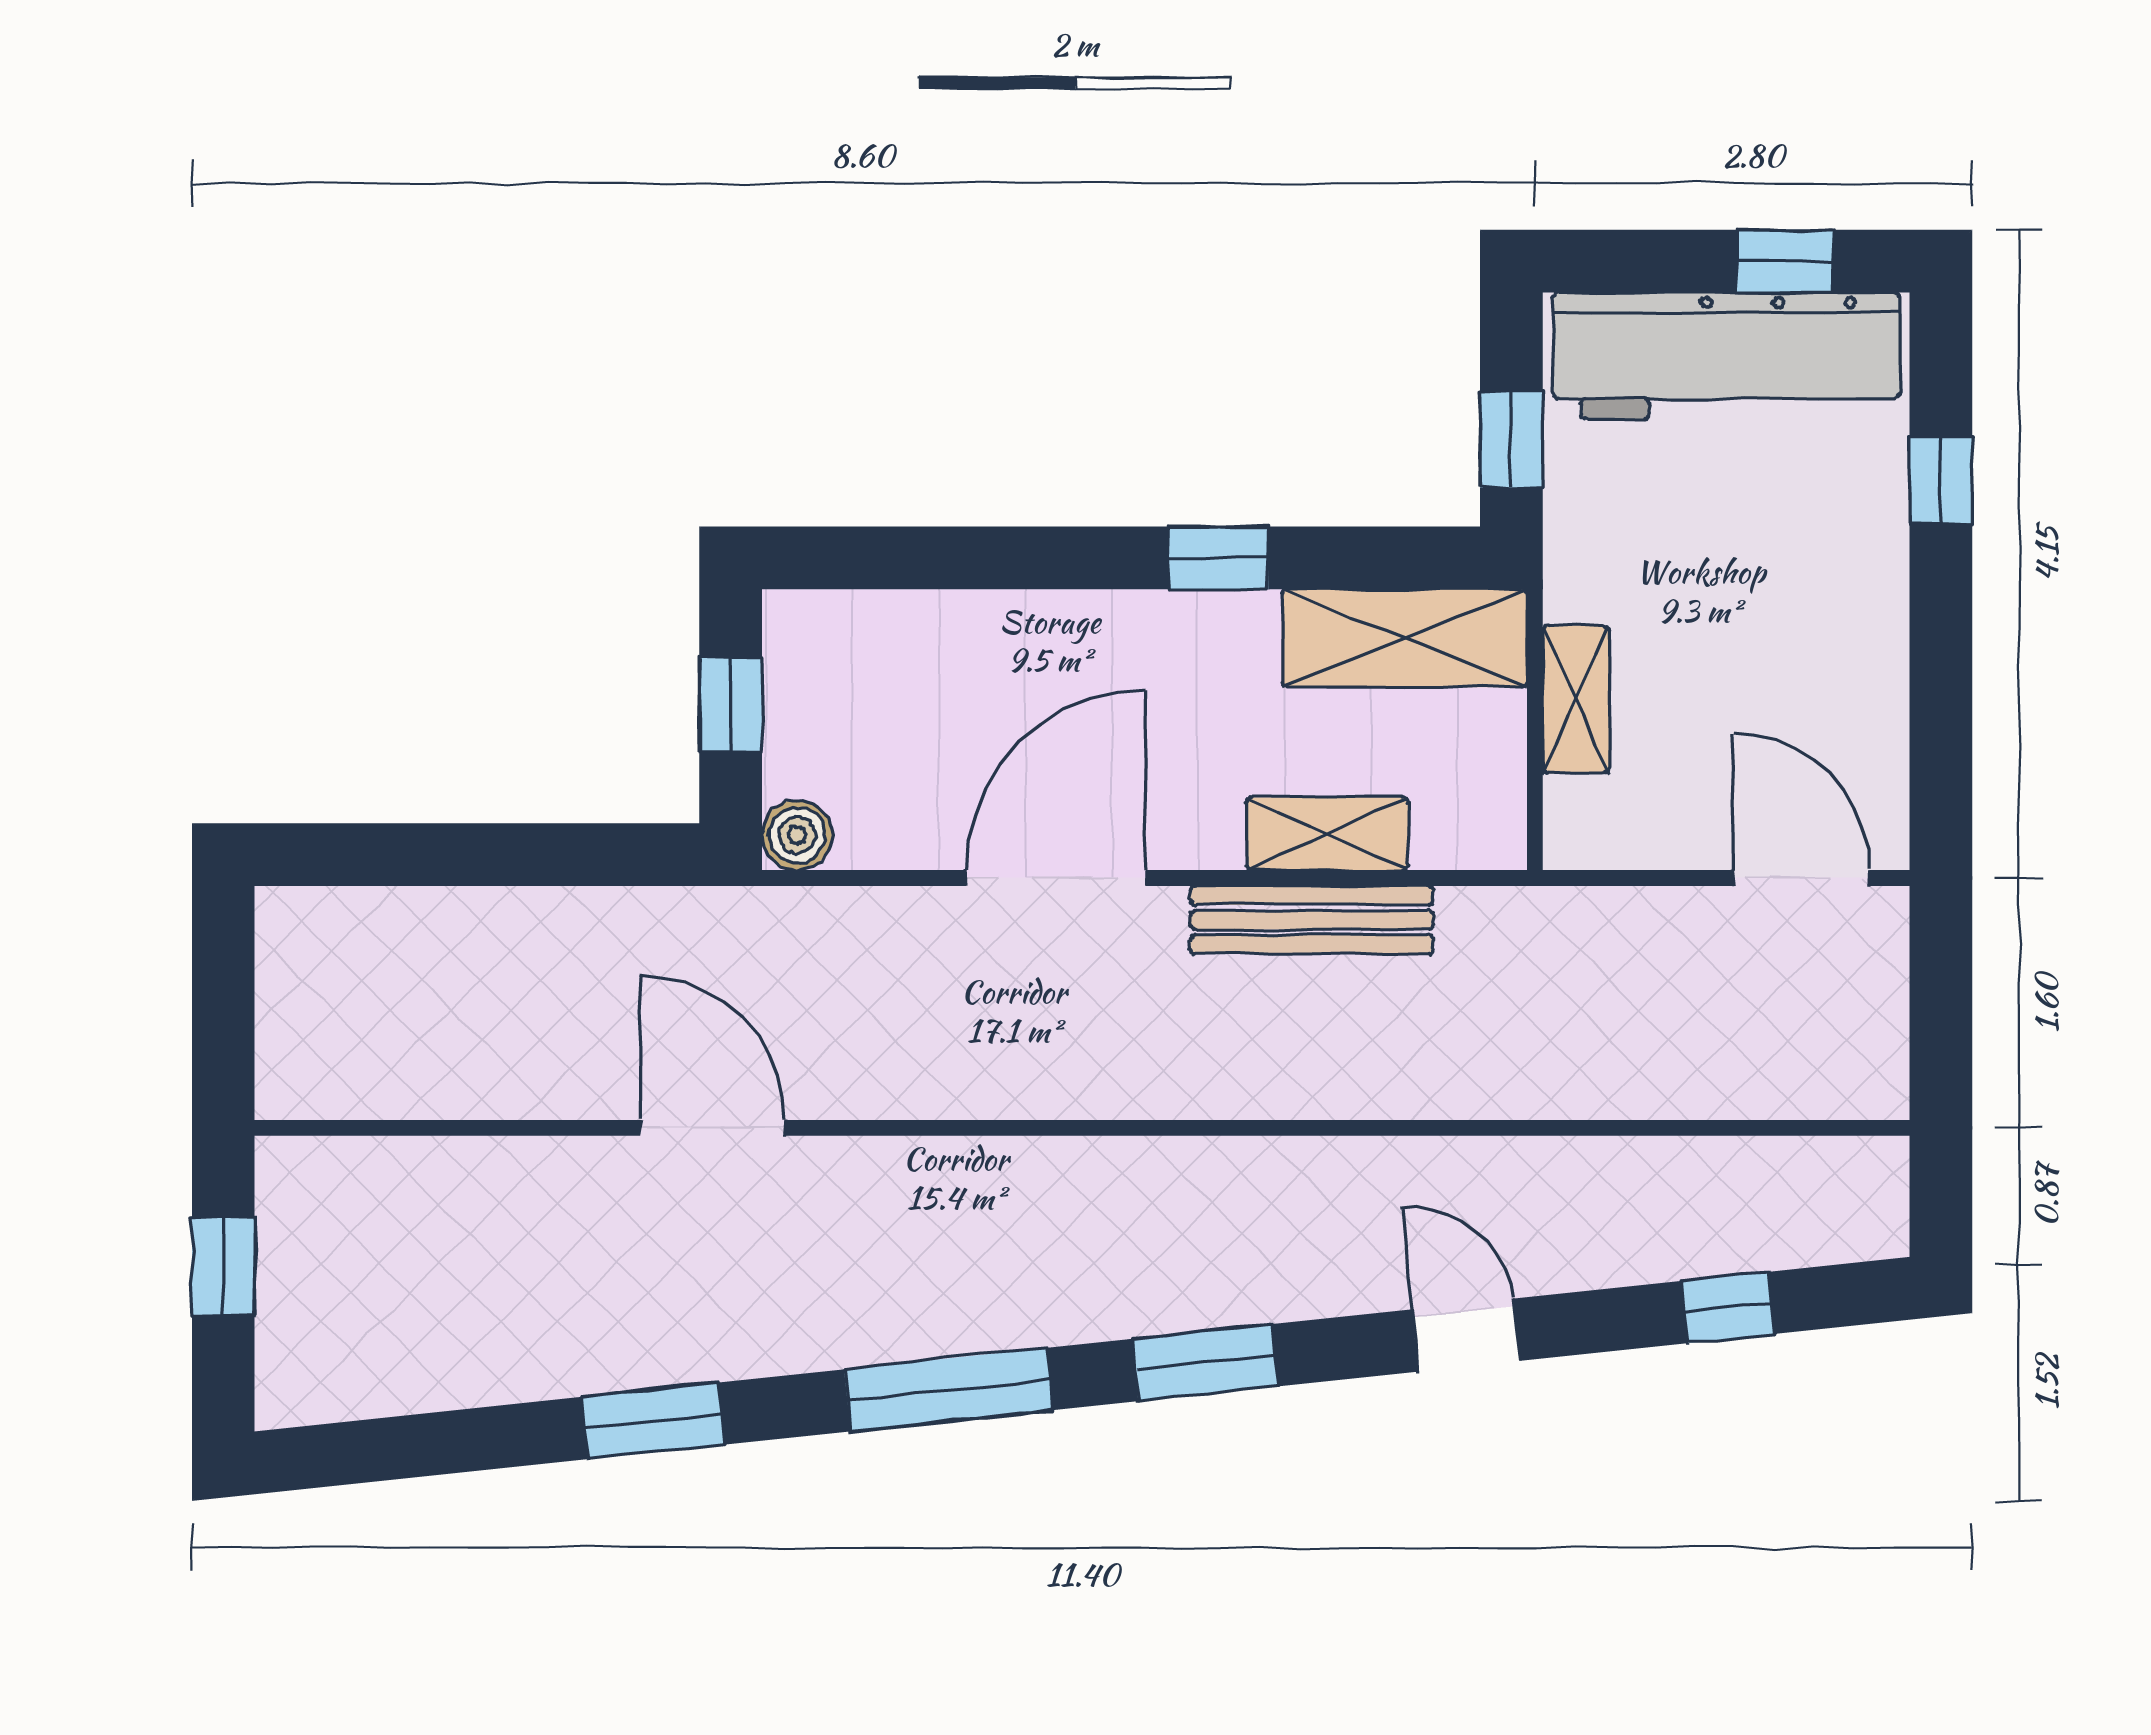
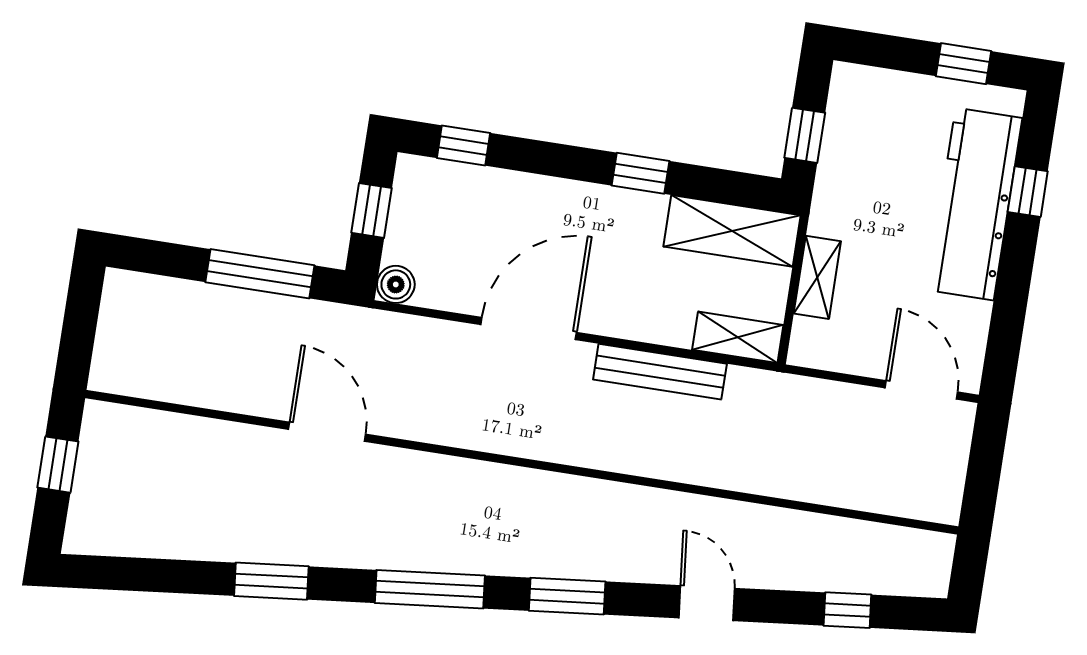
workbench: (1726, 356) -> (975, 204), moved, turned 90
window: (882, 558) -> (463, 145), added
shelving: (1327, 834) -> (738, 337), moved
window: (542, 855) -> (260, 274), added

